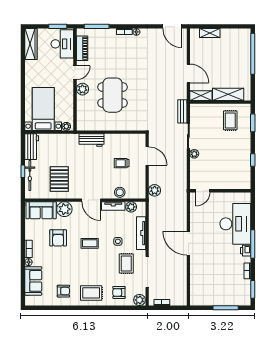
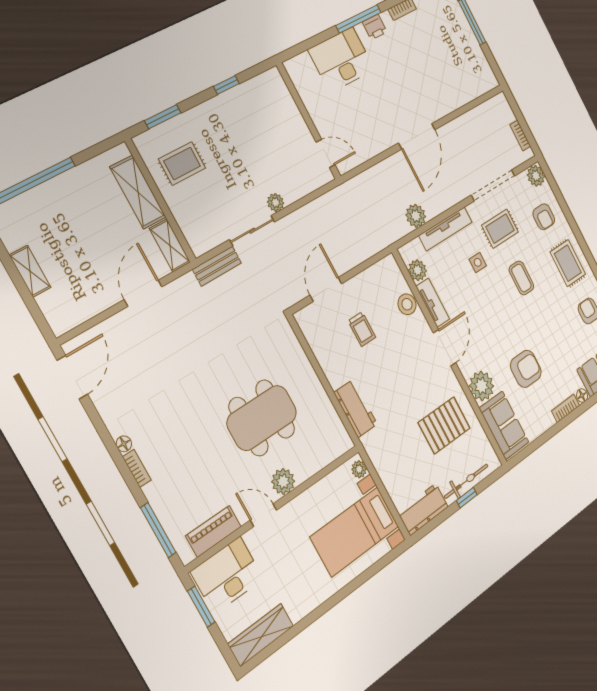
shelving: (210, 33) -> (30, 271), moved
plant: (155, 190) -> (416, 216), moved
desk: (235, 224) -> (341, 60), width x0.73, depth x0.77
coffee table: (90, 243) -> (521, 278), moved

